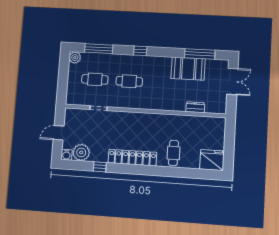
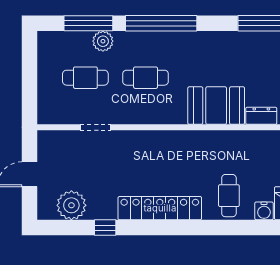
window: (140, 51) -> (161, 23), width x3.17
plant: (75, 58) -> (103, 41), moved
booth: (188, 69) -> (216, 106), moved
water cooler: (66, 155) -> (264, 211), moved

